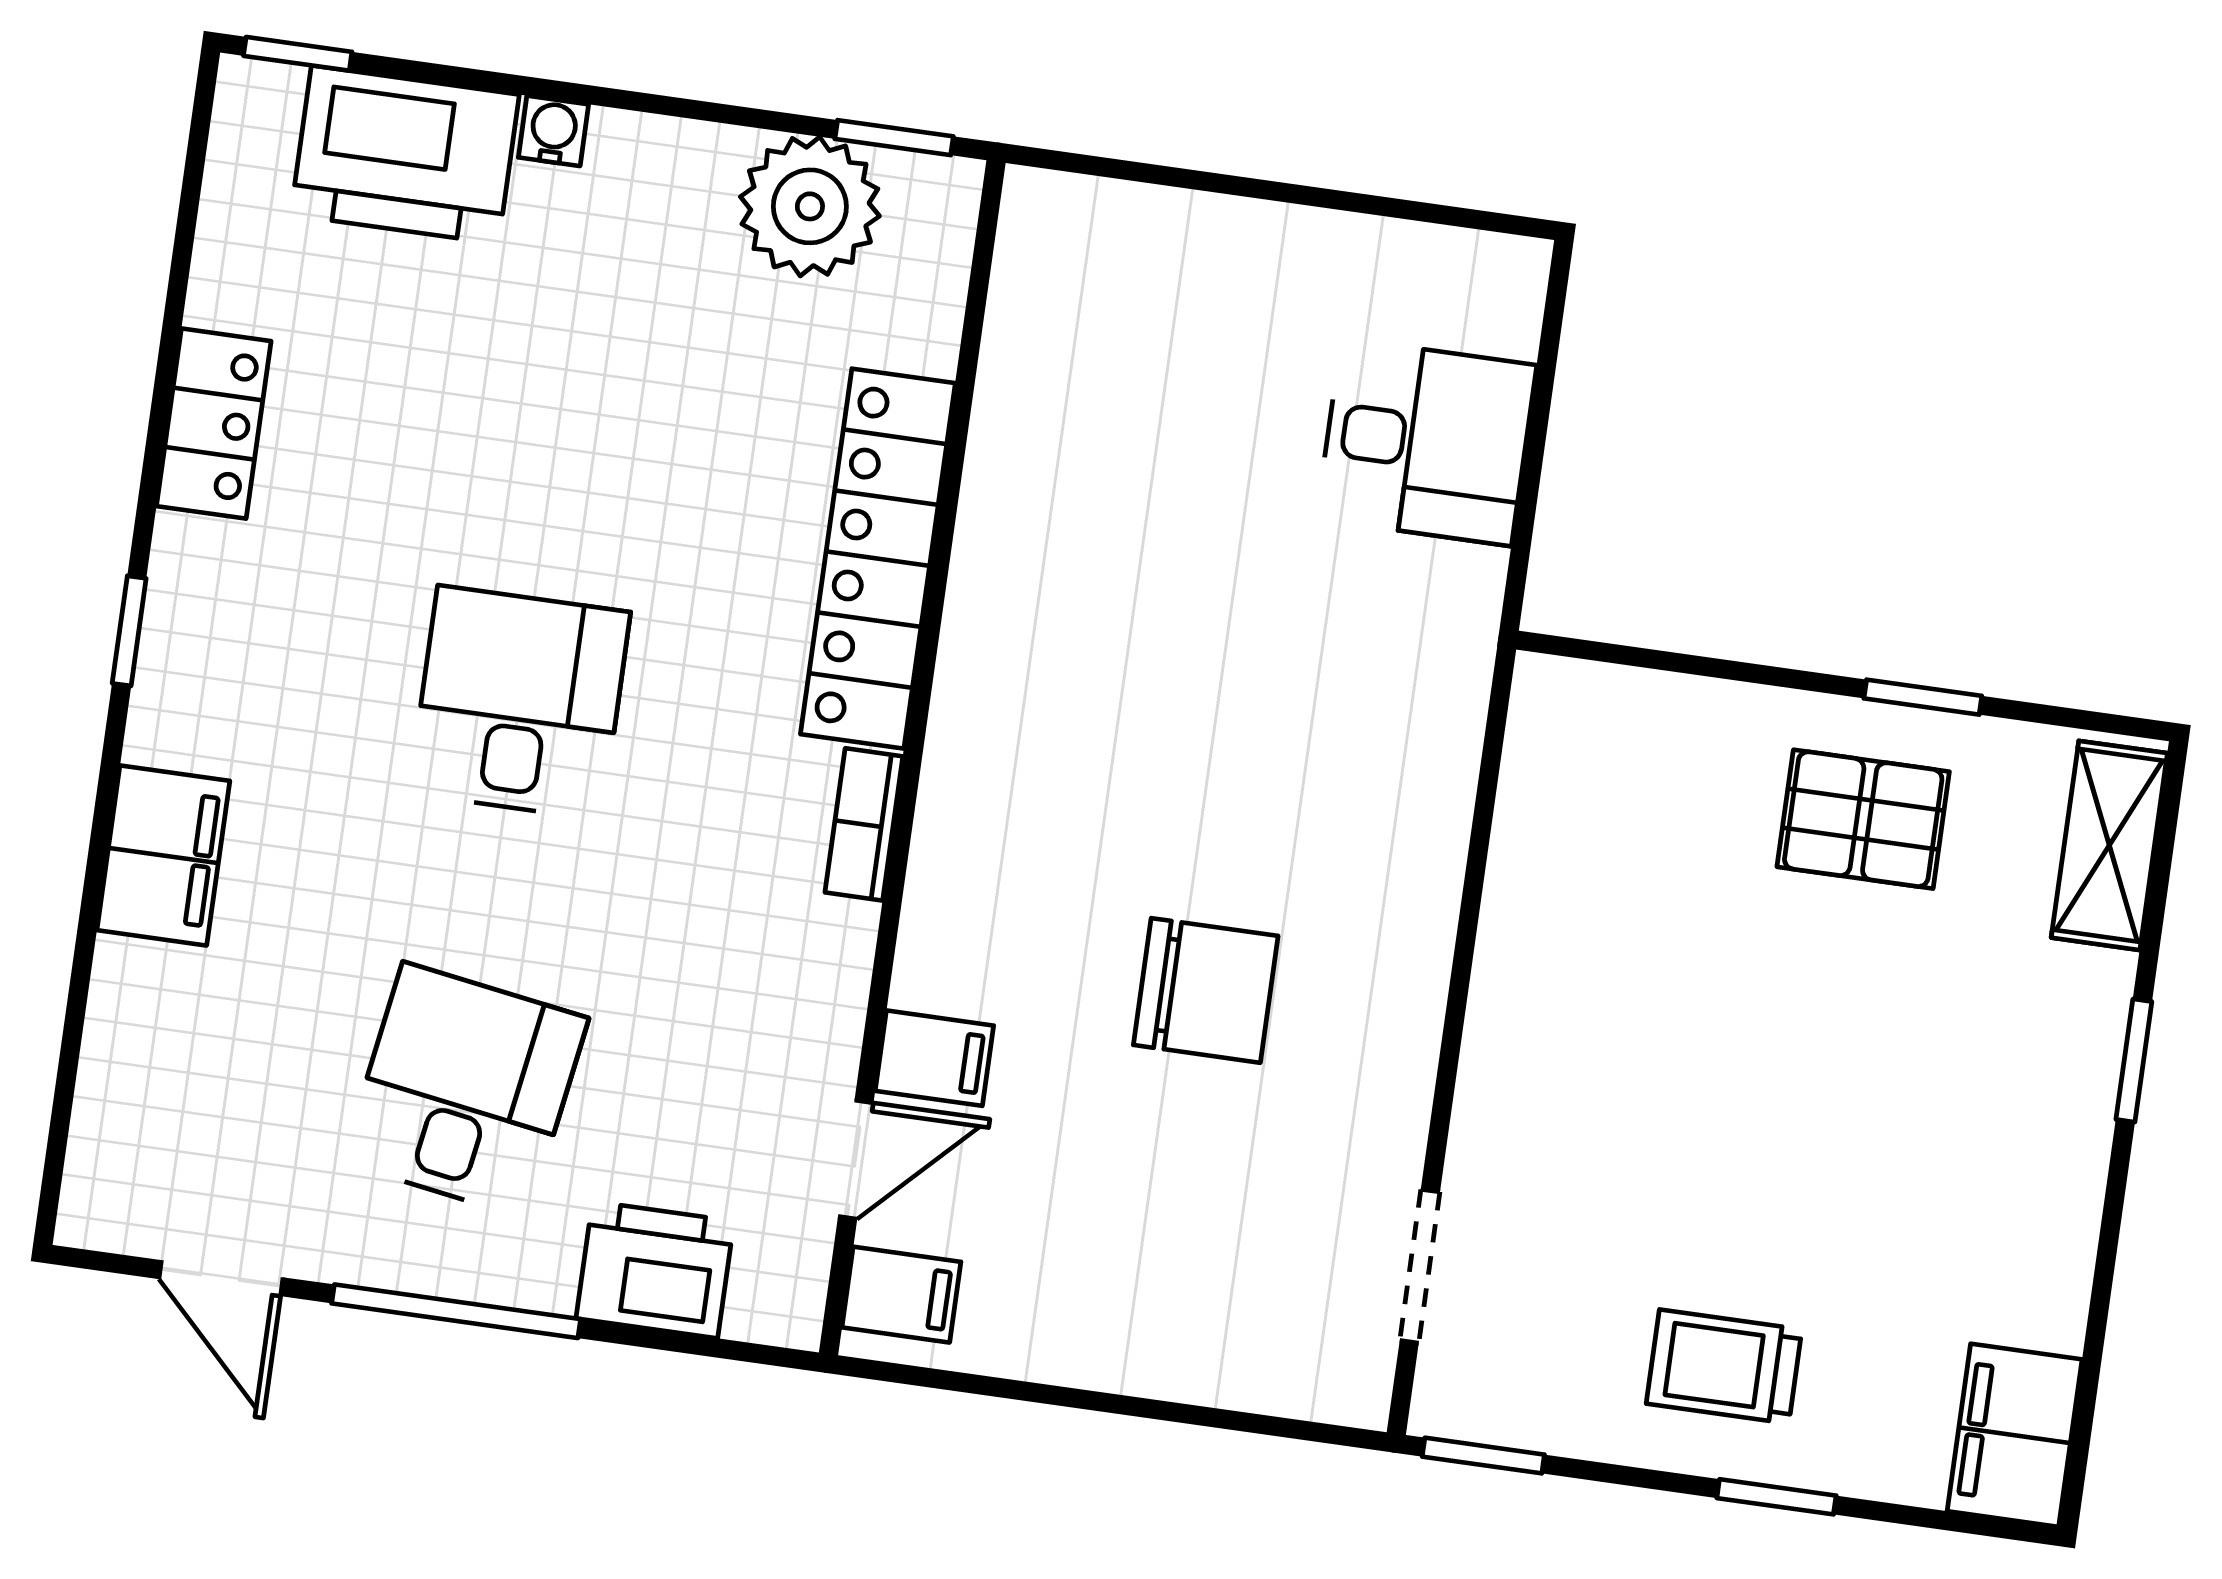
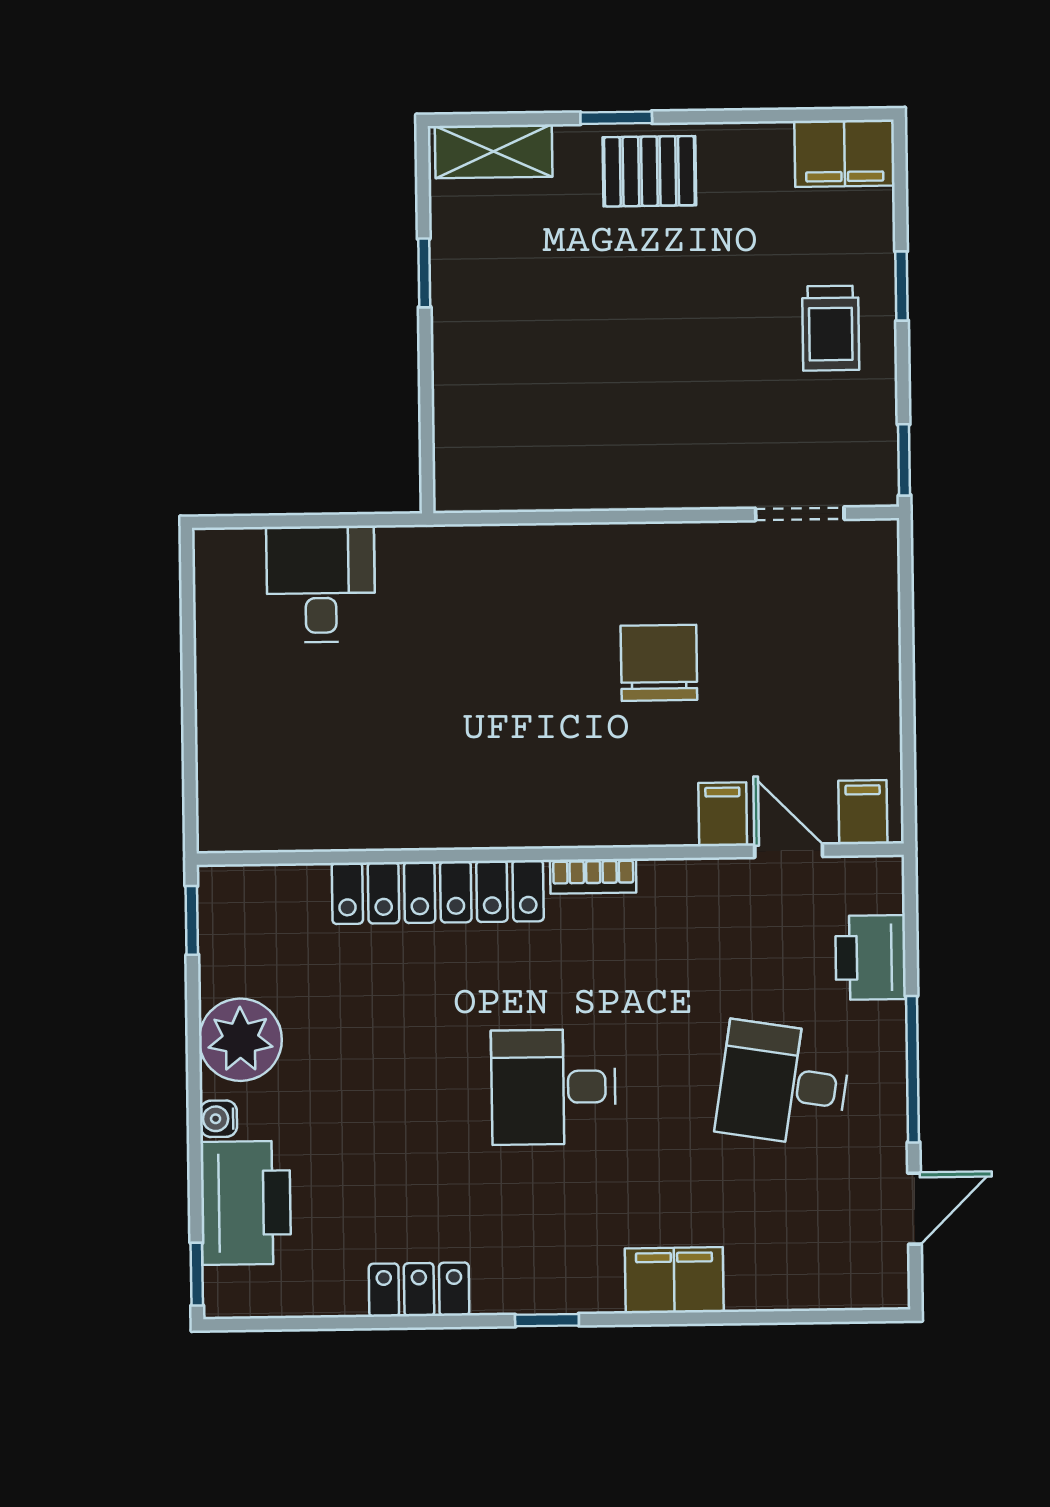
plant: (810, 206) -> (240, 1040), moved
pallet: (1863, 819) -> (649, 171), moved, turned 90

